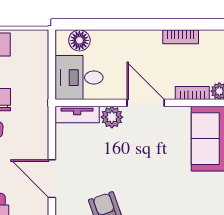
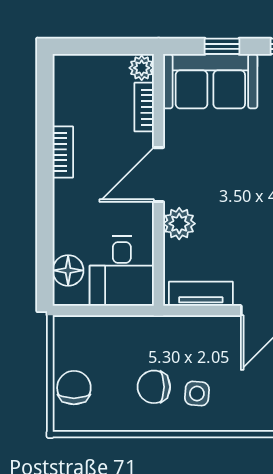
bookcase: (181, 37) -> (63, 152), moved
tv unit: (77, 115) -> (201, 294), moved, turned -90

